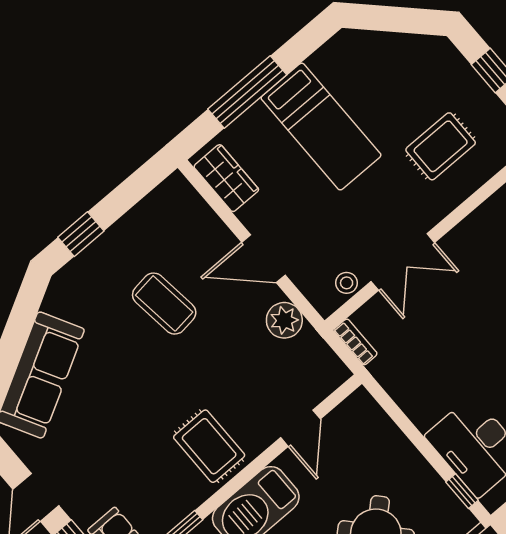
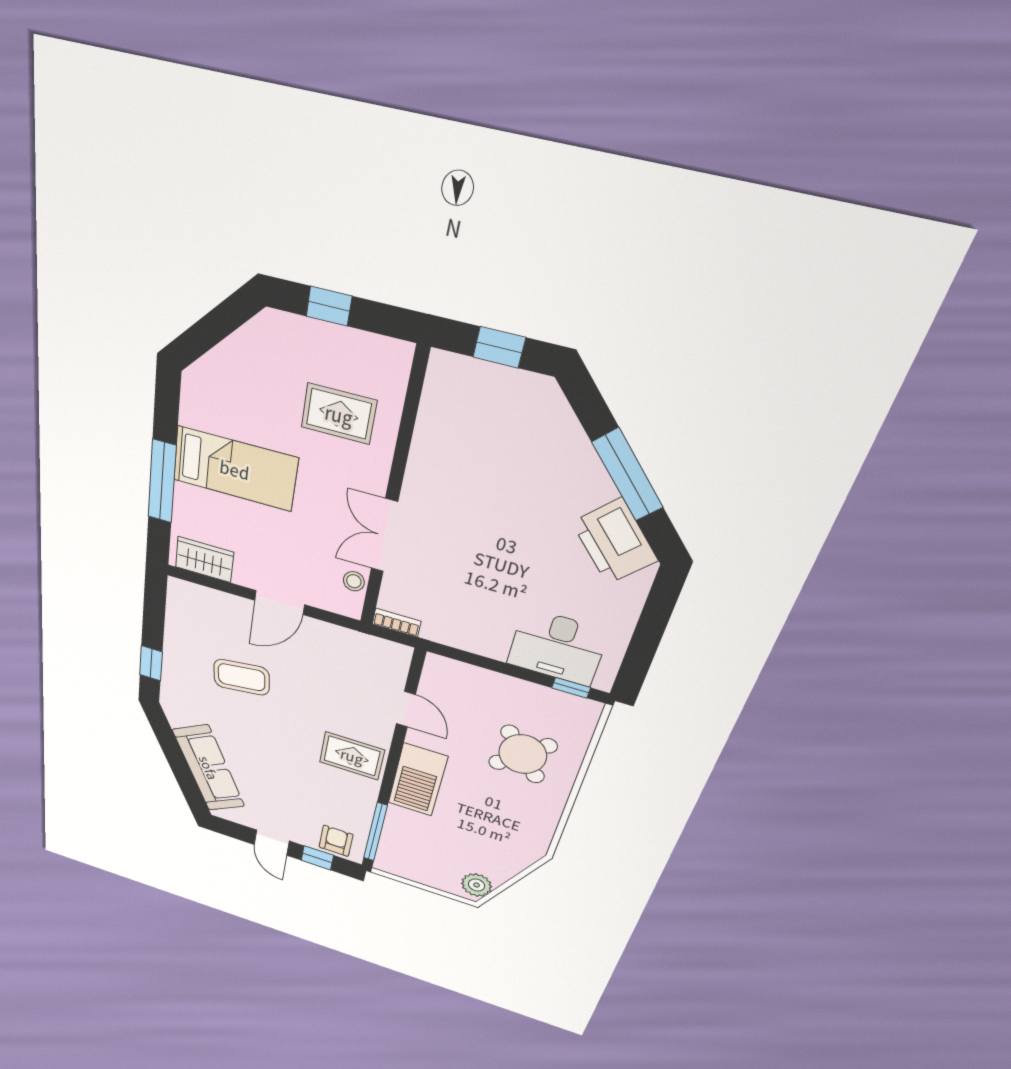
rug: (441, 146) -> (339, 414), turned 90
double door: (403, 262) -> (384, 536), swing flipped
plant: (284, 320) -> (331, 639), removed

